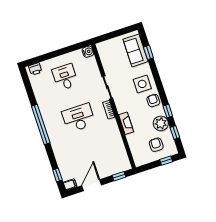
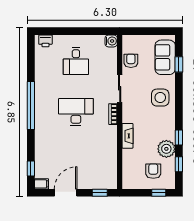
desk: (65, 77) -> (76, 61), turned 180
armchair: (153, 101) -> (131, 61), moved

